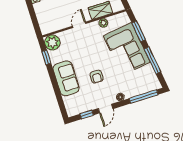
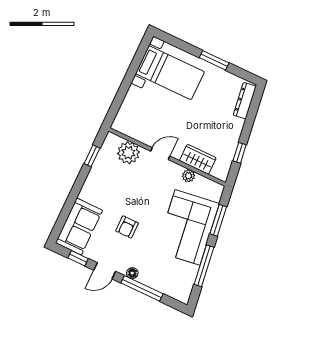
plant: (52, 43) -> (128, 153), moved
sofa: (66, 78) -> (79, 227), moved
window: (144, 96) -> (142, 288), moved

